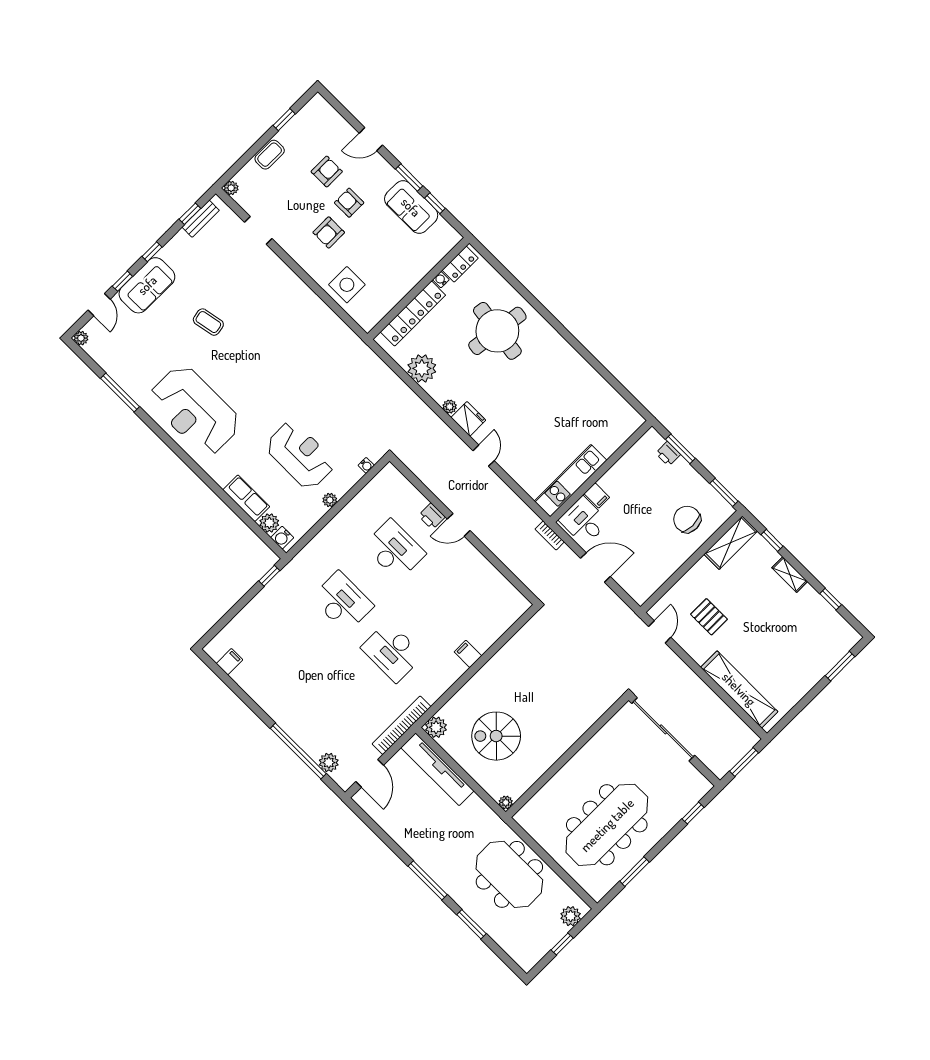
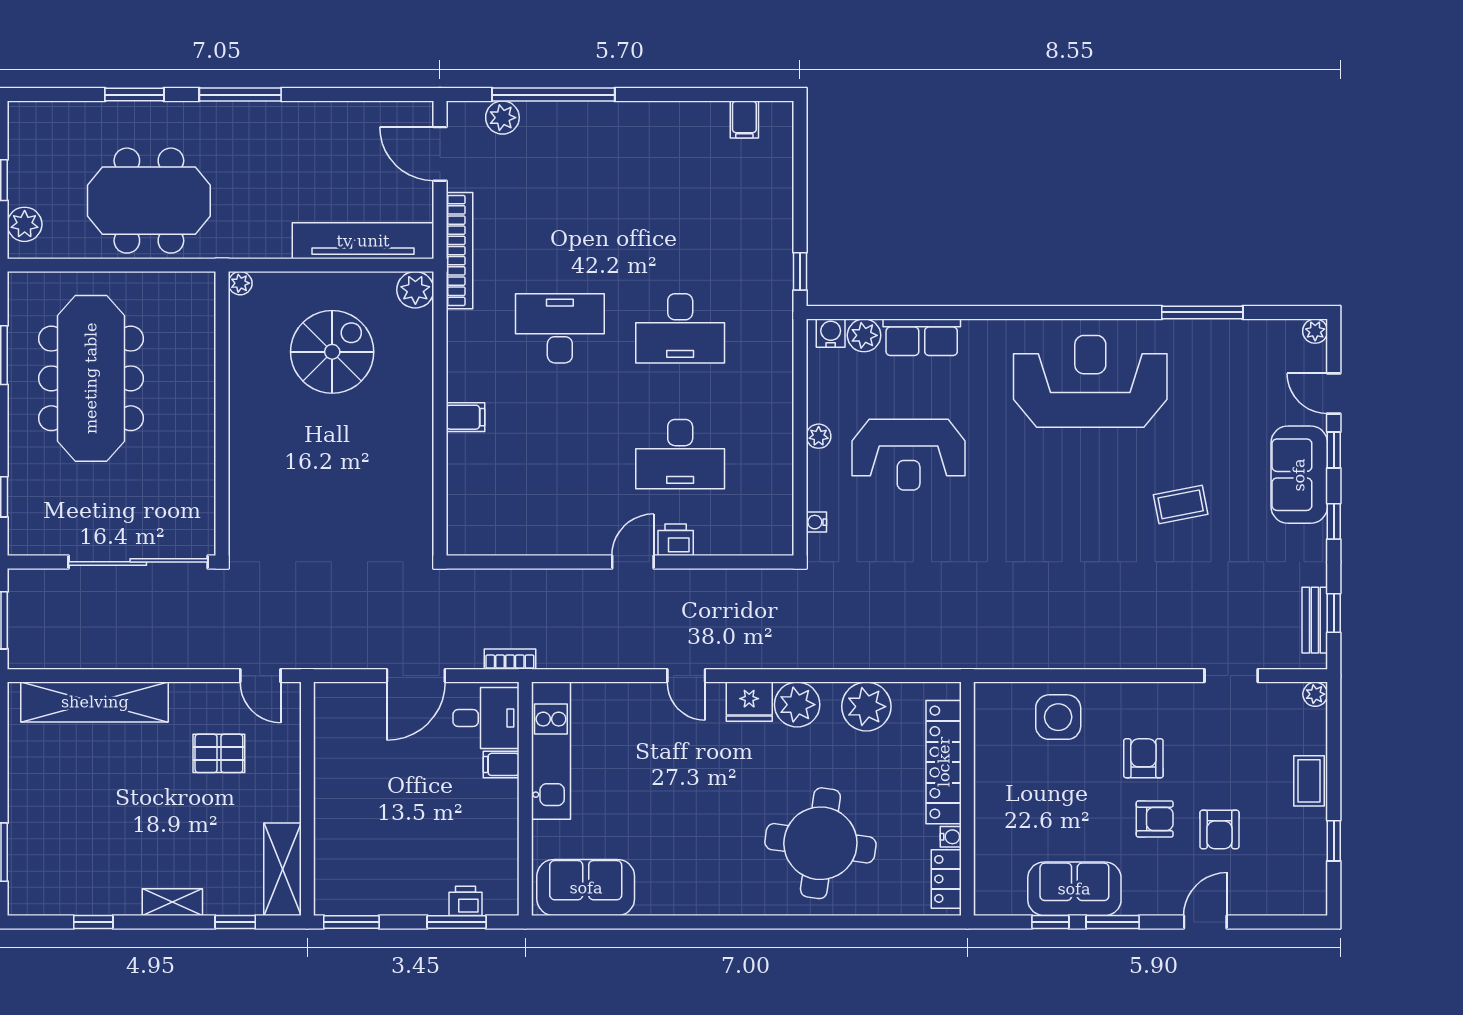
plant: (450, 407) -> (797, 705), width x1.87, depth x1.87
sofa: (613, 410) -> (586, 888), added
chair: (687, 519) -> (363, 845), removed

